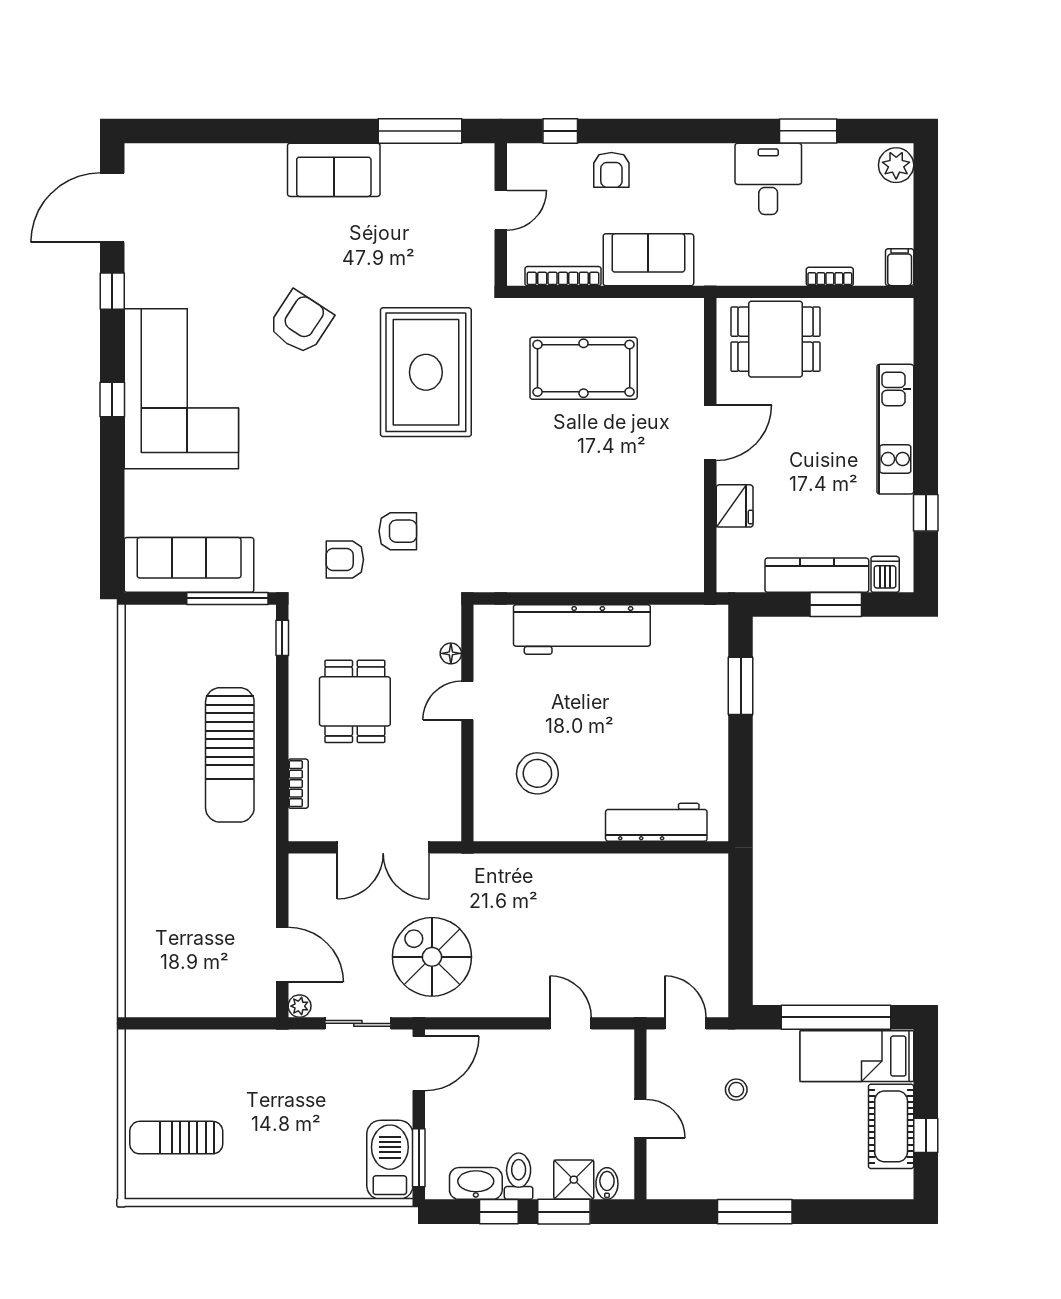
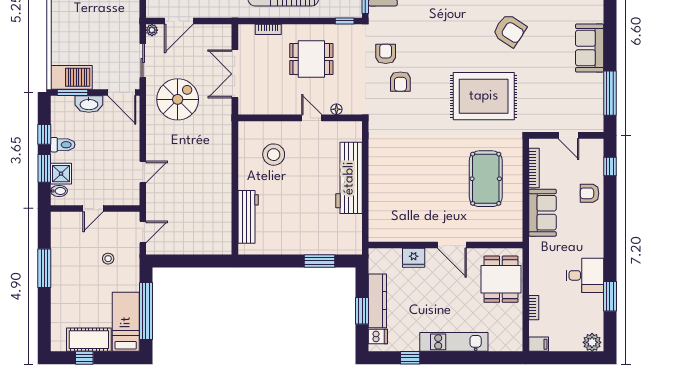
washbasin: (476, 1183) -> (89, 104), moved, turned 90

